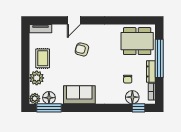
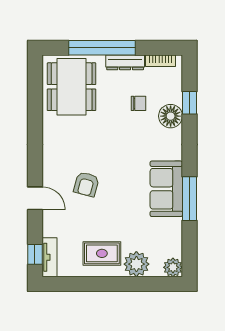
window: (42, 20) -> (35, 254), added
floor lamp: (132, 97) -> (171, 116), moved
floor lamp: (49, 98) -> (171, 242), removed
window: (49, 108) -> (189, 199), moved
window: (139, 108) -> (189, 103), moved

